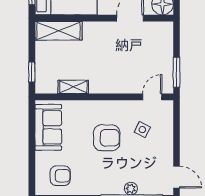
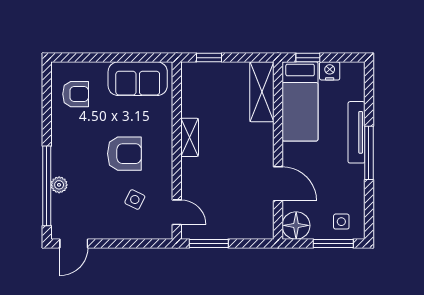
shelving: (73, 87) -> (190, 137), moved
armchair: (107, 138) -> (124, 154), turned -90
armchair: (60, 176) -> (76, 94), turned -90

